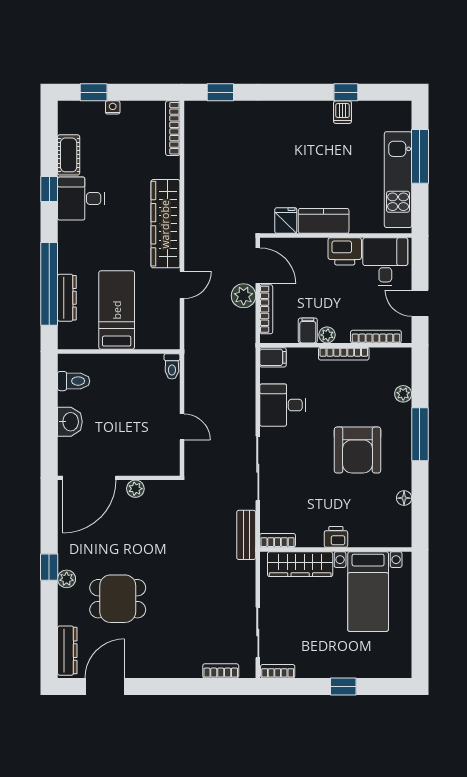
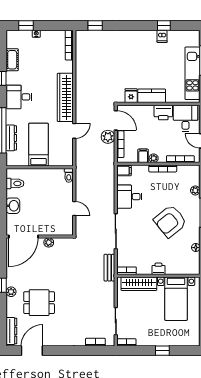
desk: (81, 199) -> (19, 97), moved
armchair: (358, 450) -> (170, 221), turned 51

